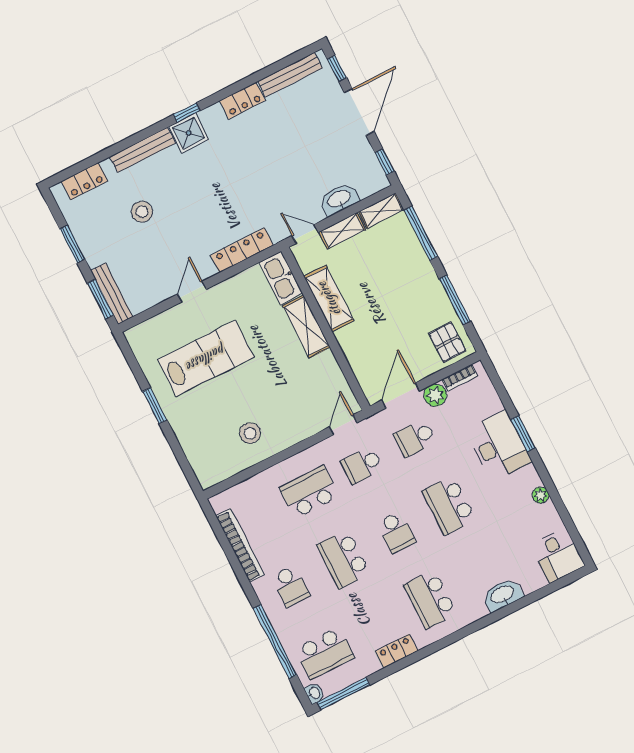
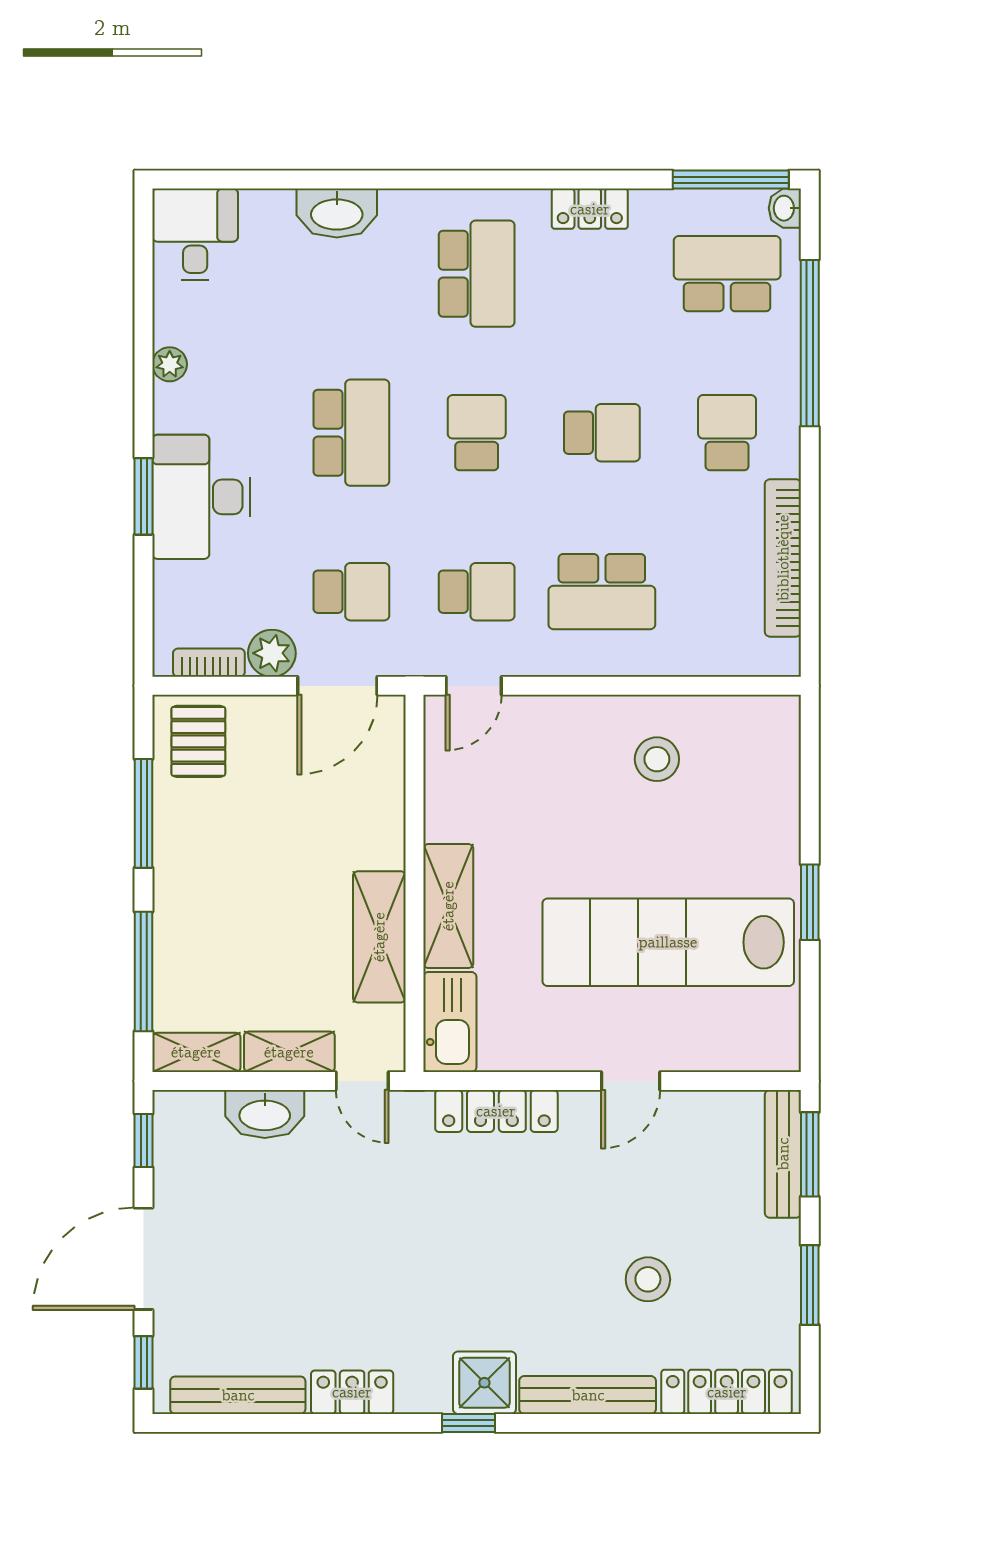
locker: (84, 181) -> (727, 1392), width x1.53
lab bench: (206, 358) -> (668, 942), width x1.36
school desk: (343, 559) -> (602, 433), width x0.54

